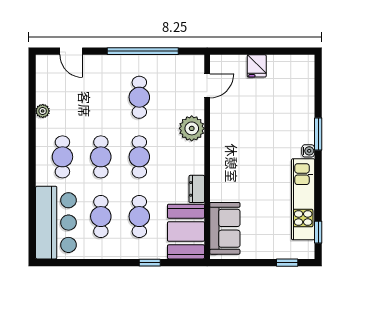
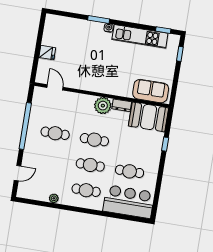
plant: (192, 128) -> (103, 106), moved
cafe table: (139, 217) -> (134, 146), removed

